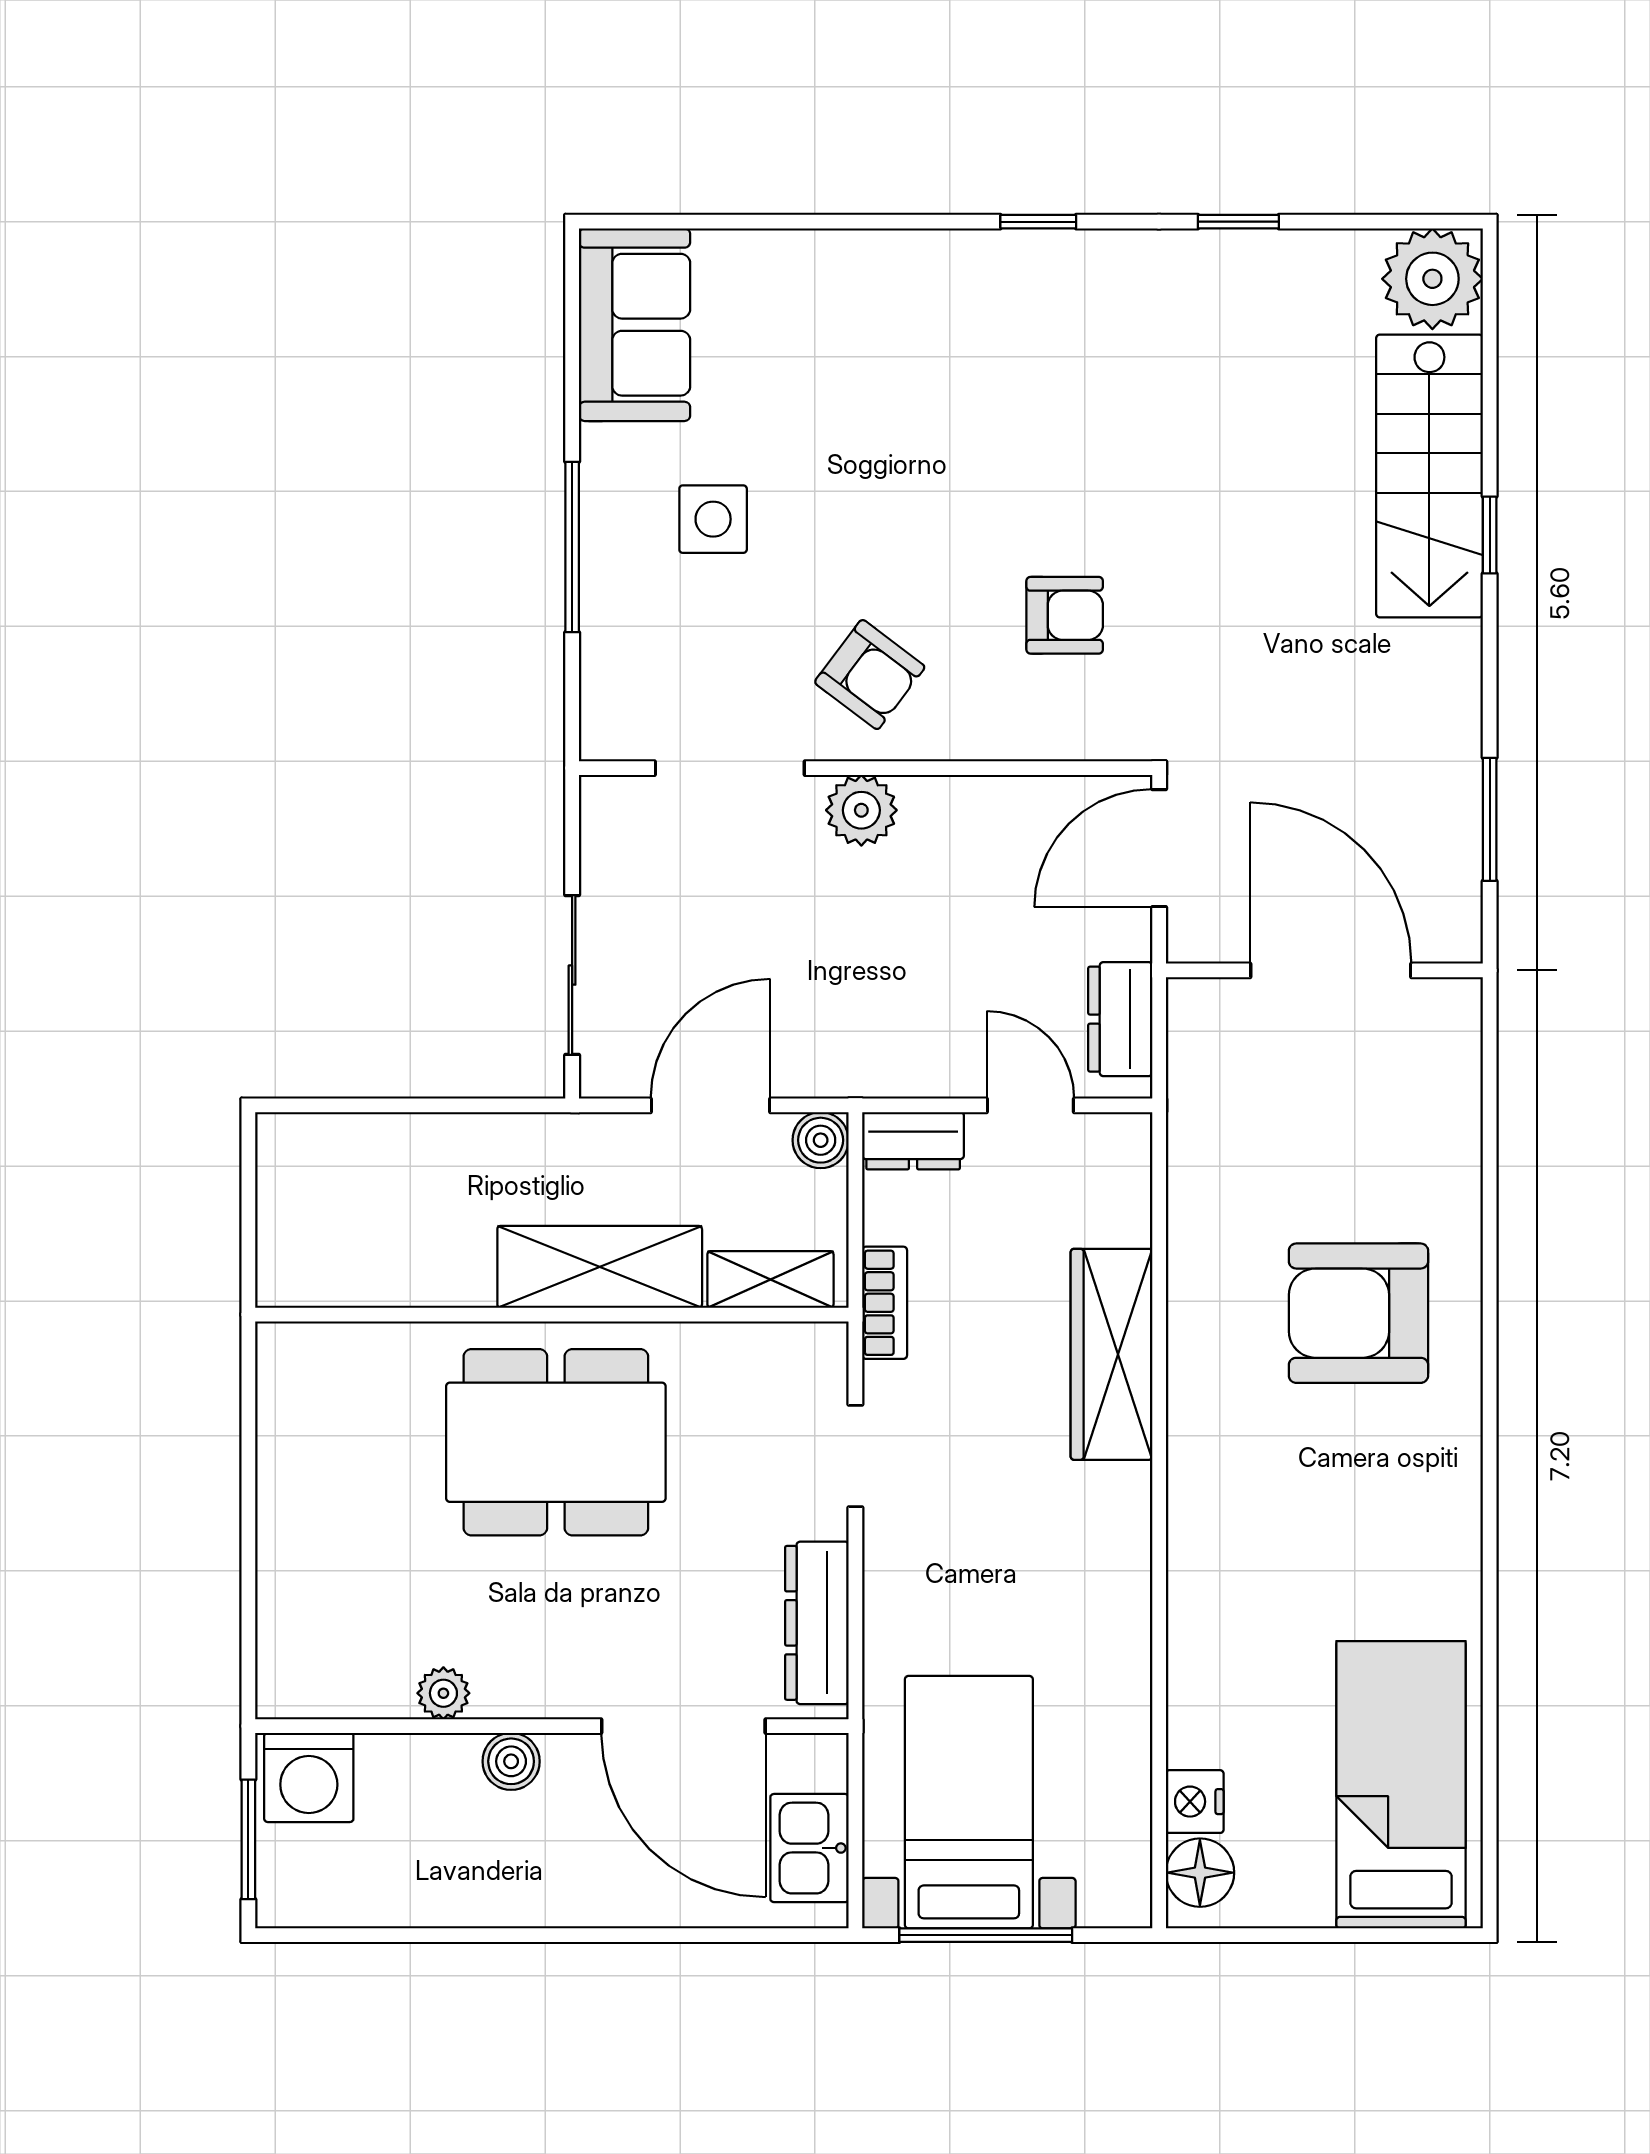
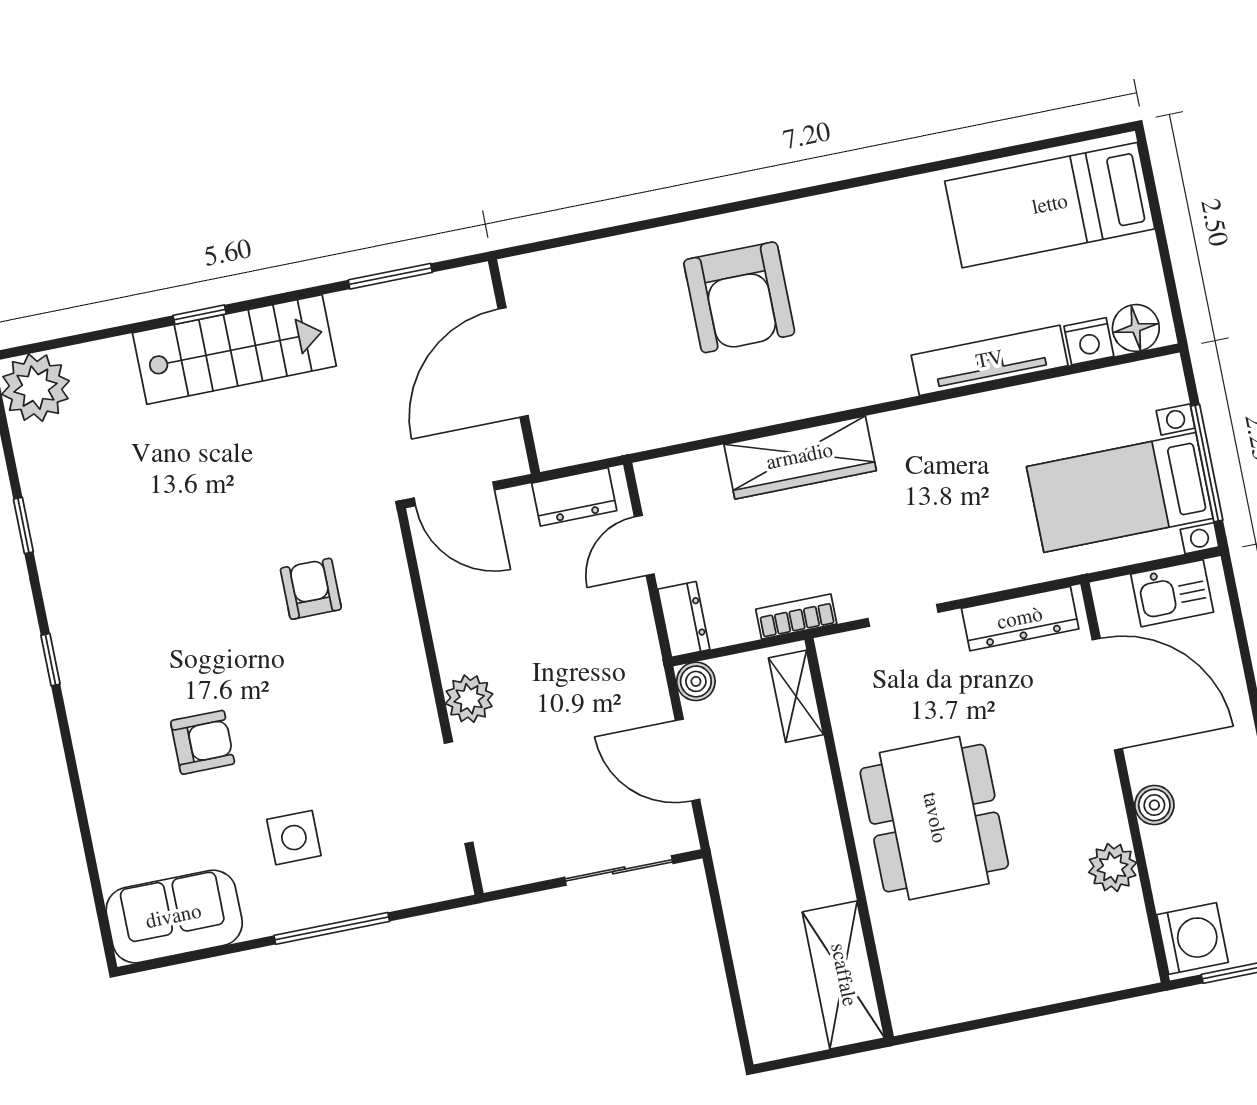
stairs: (1429, 476) -> (234, 350), moved
armchair: (870, 675) -> (203, 742), moved, turned 53
shelving: (600, 1267) -> (843, 975), moved
tv unit: (1196, 1654) -> (990, 360), added
plant: (443, 1693) -> (1113, 868), width x1.38, depth x1.38
door: (683, 1726) -> (1107, 694), hinge flipped

